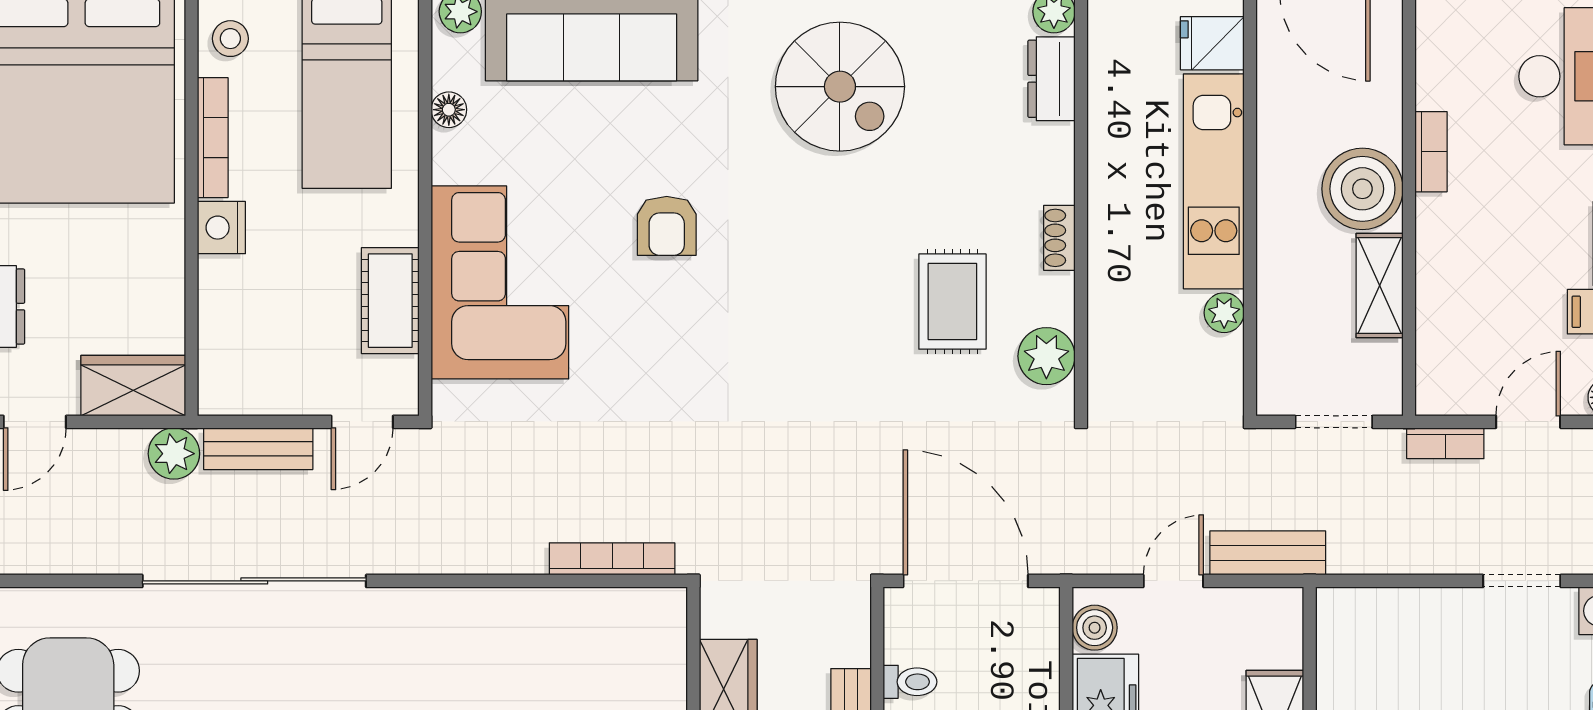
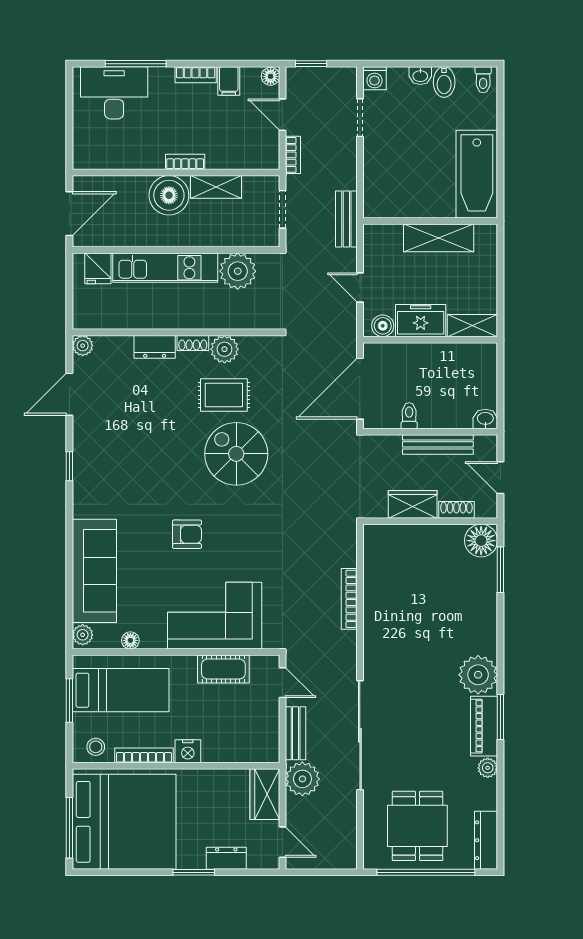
dresser: (1051, 79) -> (155, 347), moved
spiral stairs: (840, 87) -> (236, 454), moved, turned -90
bookcase: (1431, 152) -> (185, 162), moved
plant: (1224, 313) -> (238, 271), width x1.88, depth x1.88
plant: (1046, 356) -> (224, 349), moved
plant: (174, 454) -> (302, 779), width x1.36, depth x1.36
bench: (1268, 553) -> (346, 219), moved
bookcase: (612, 559) -> (349, 599), moved

